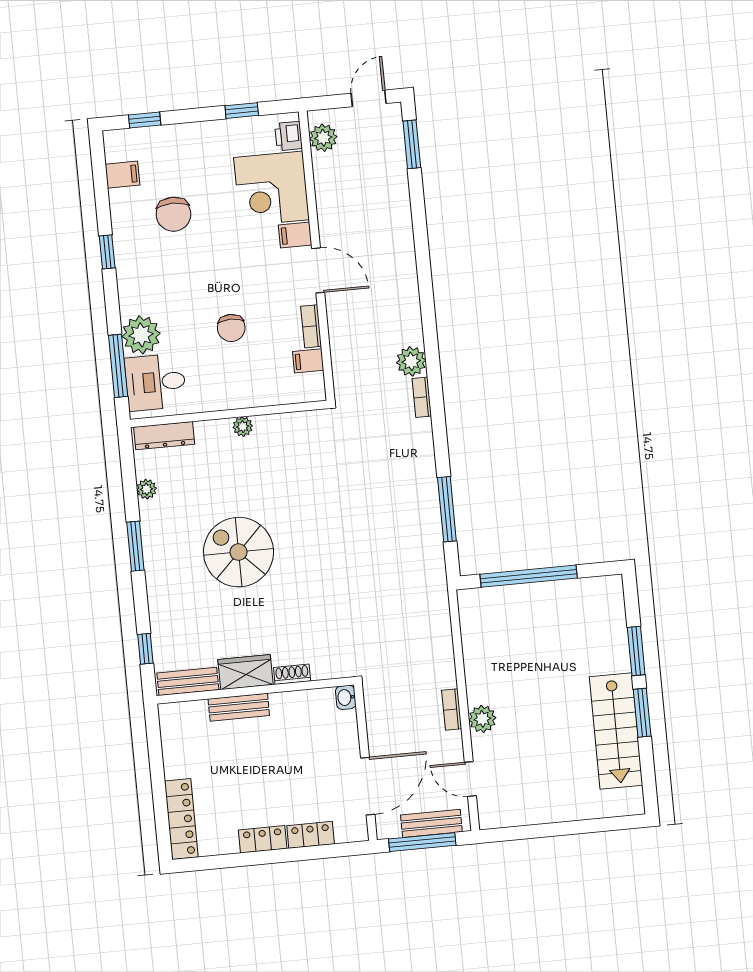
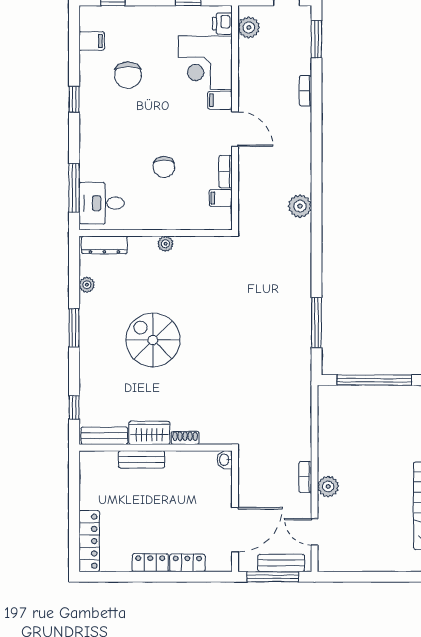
plant: (141, 335) -> (94, 166), removed
bookcase: (422, 397) -> (305, 91), moved

